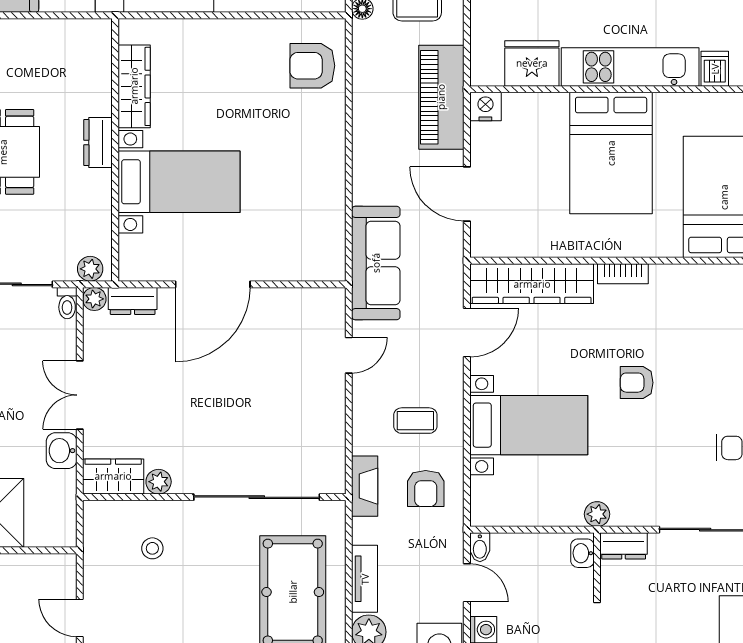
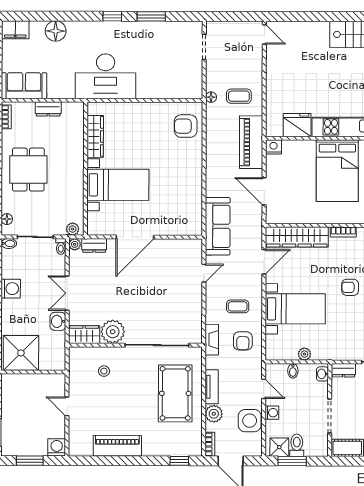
dresser: (98, 143) -> (48, 109), moved, turned -90
plant: (159, 482) -> (113, 332), width x1.88, depth x1.88
plant: (597, 514) -> (304, 354), moved
bidet: (480, 547) -> (293, 371), moved

